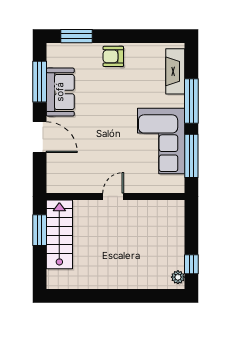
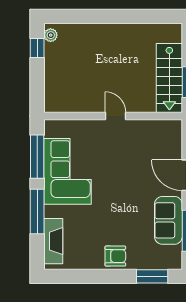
door: (113, 196) -> (115, 116), swing flipped

